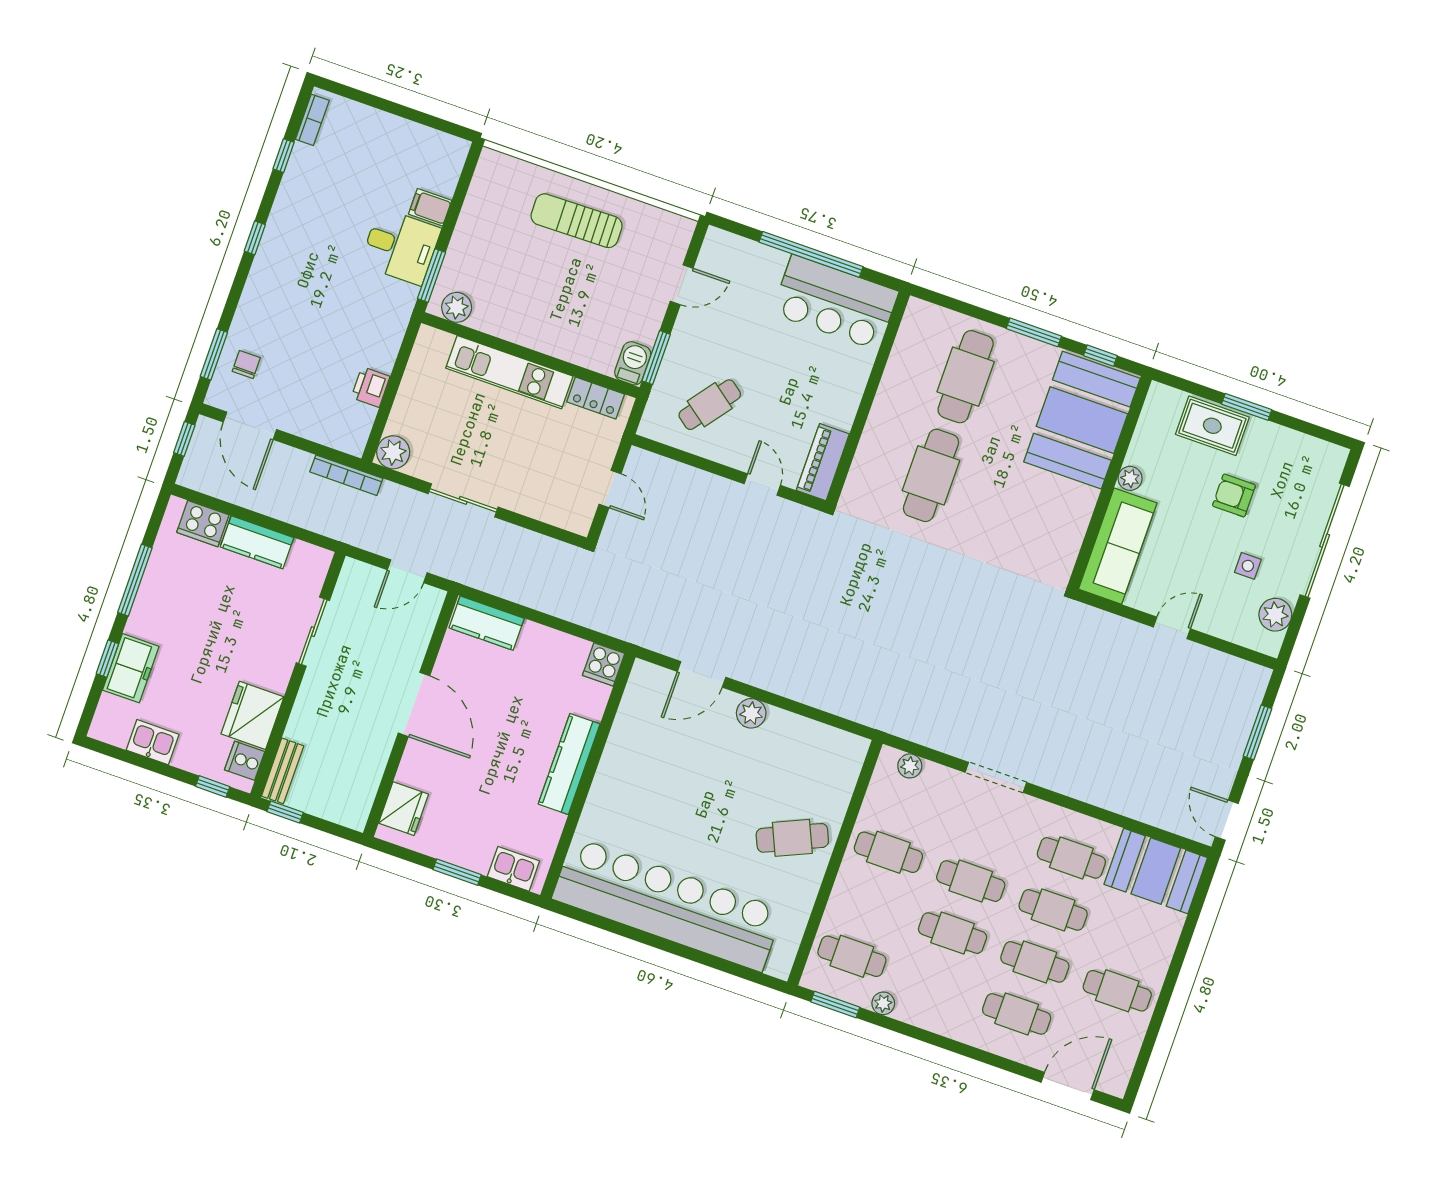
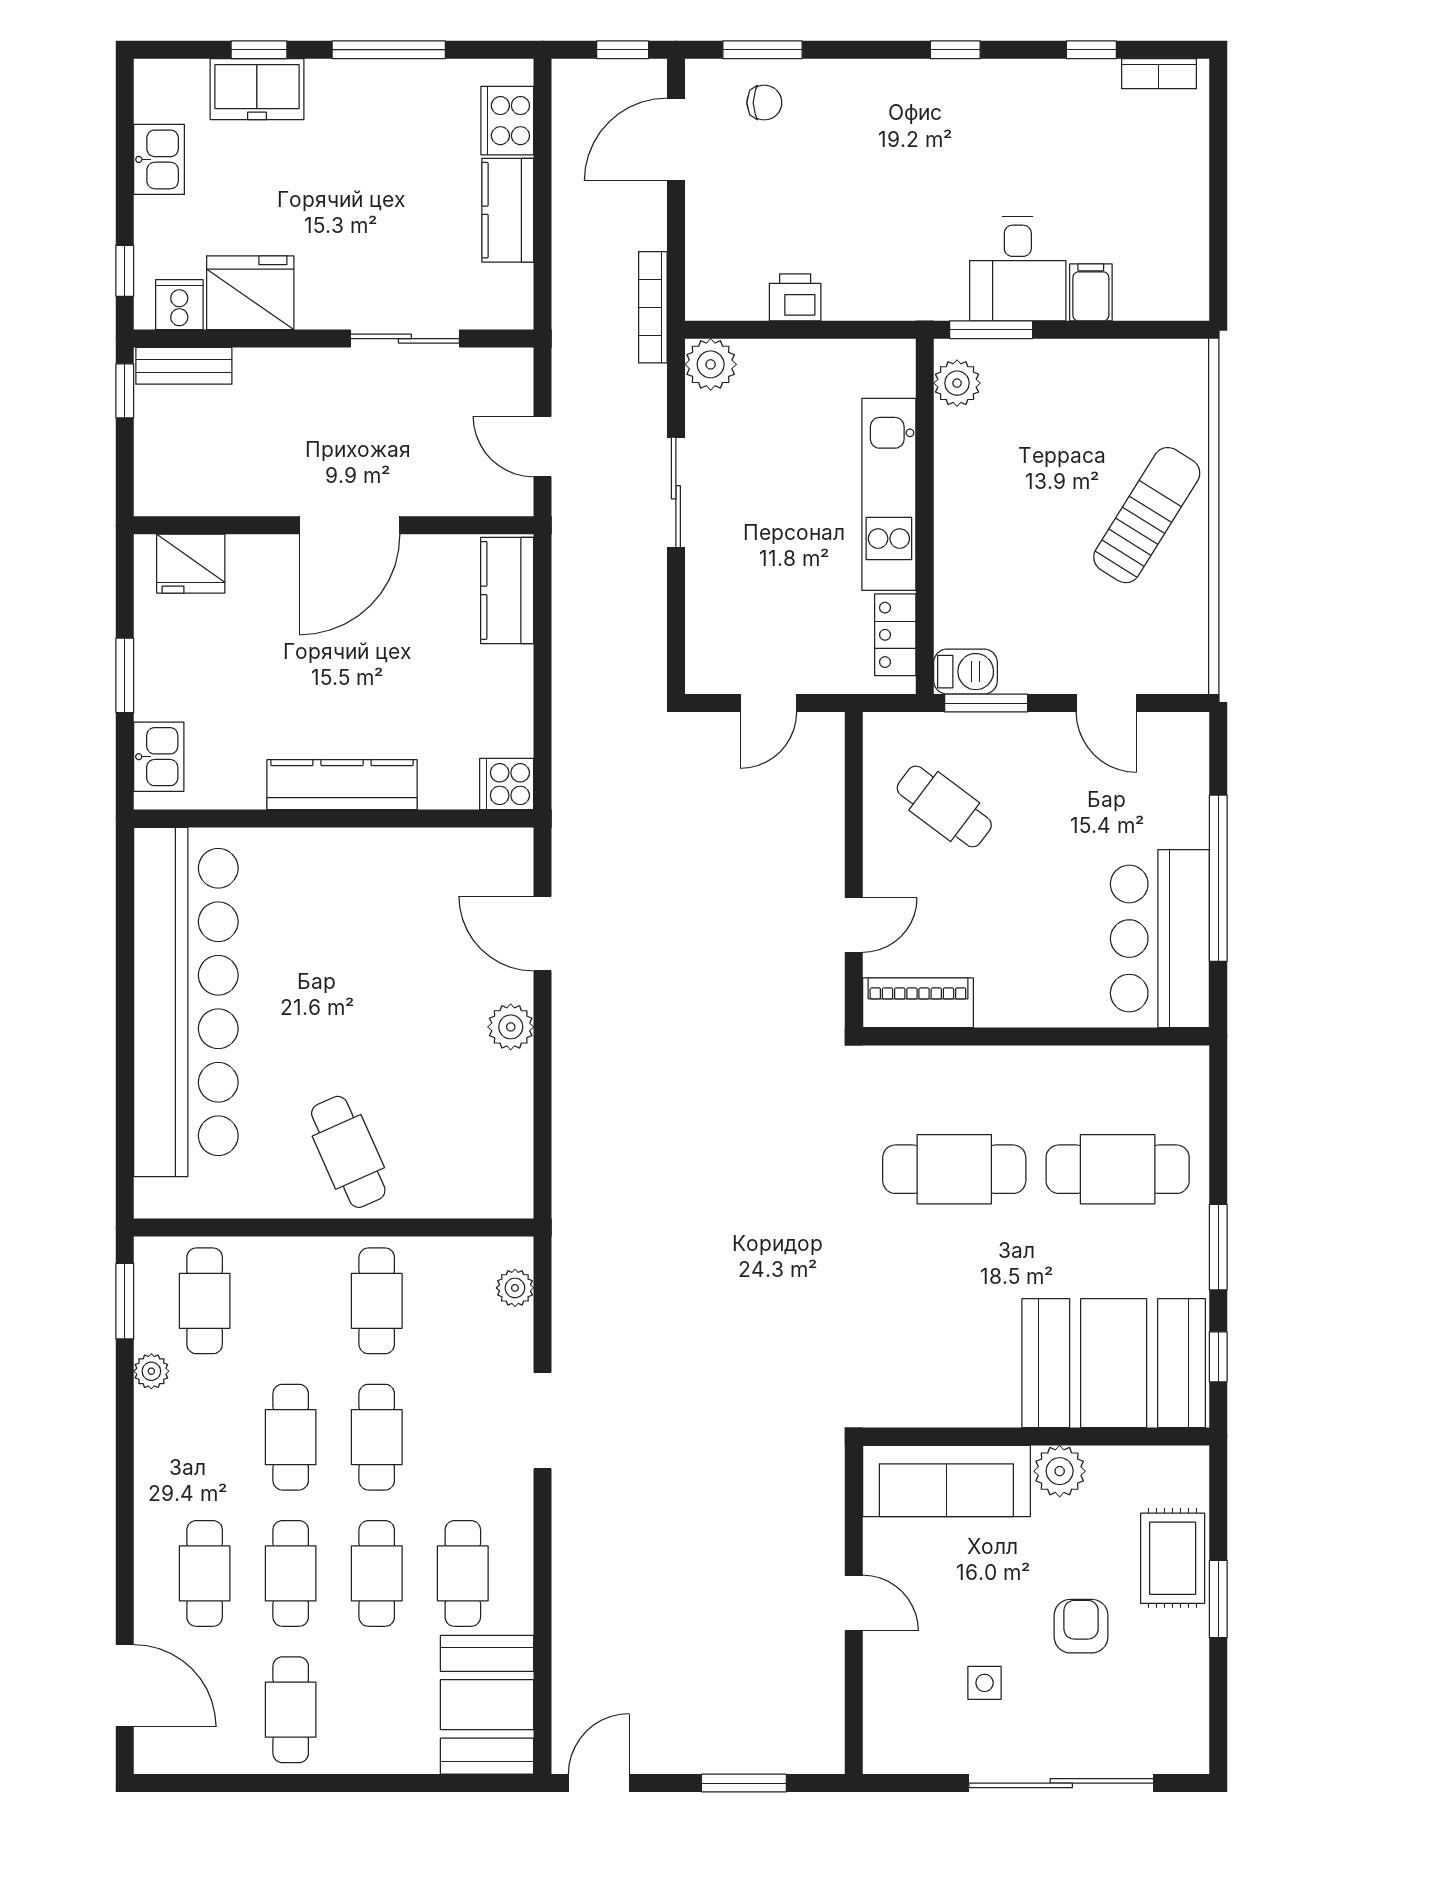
sun lounger: (577, 221) -> (1147, 515), turned 33
plant: (1130, 478) -> (1060, 1471), width x1.38, depth x1.38
plant: (1275, 615) -> (927, 1749), removed

